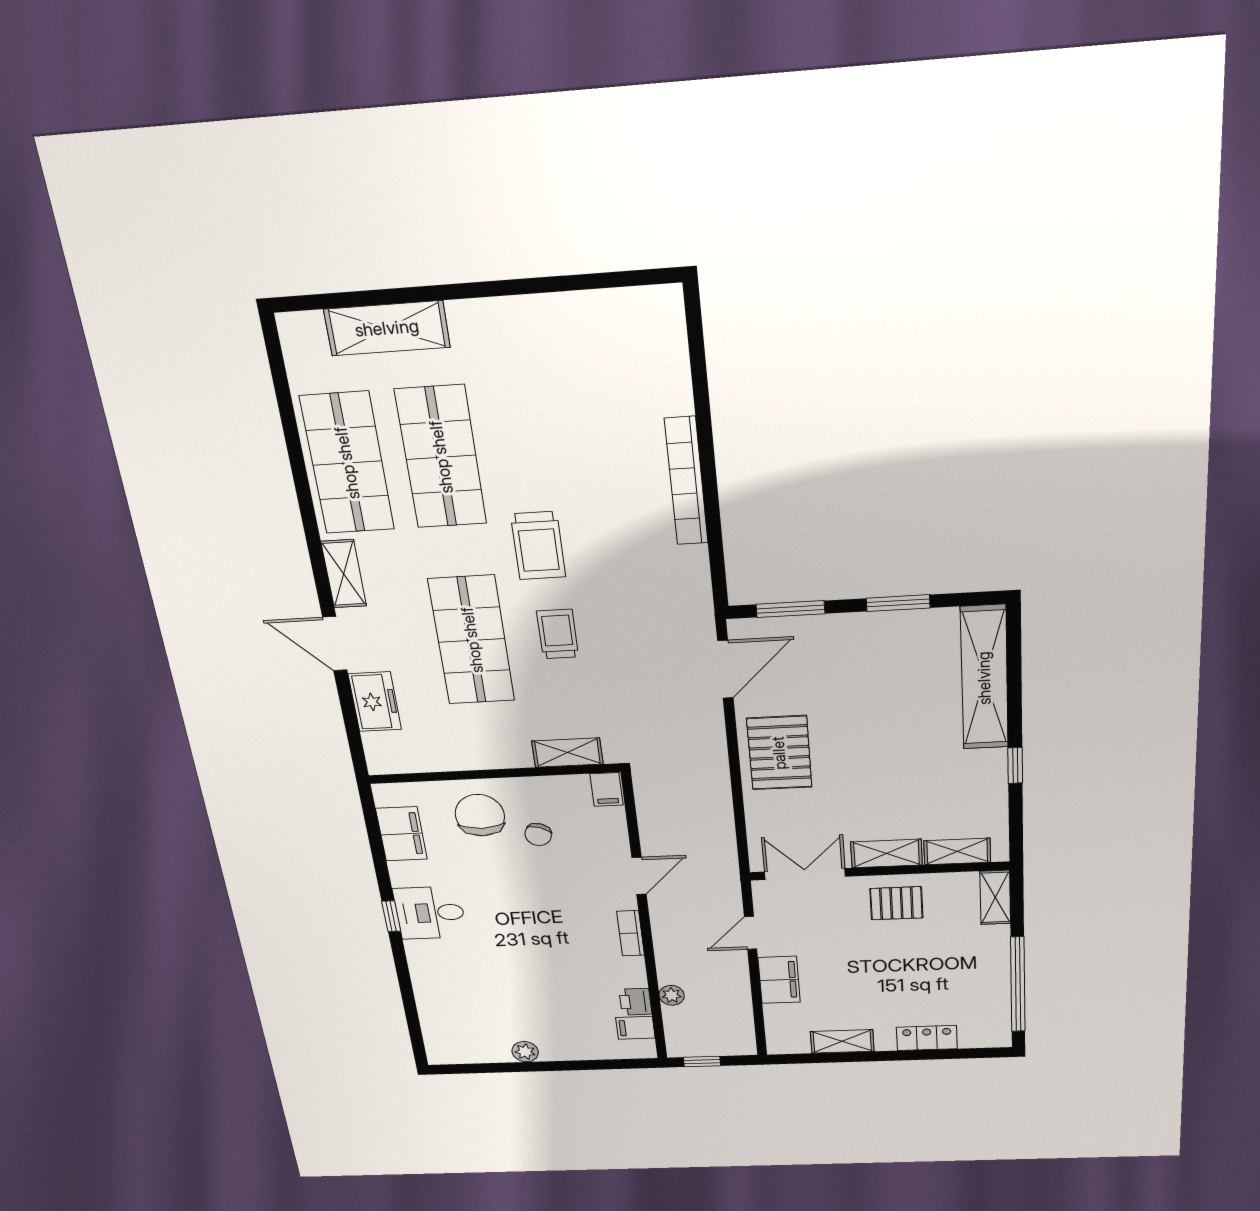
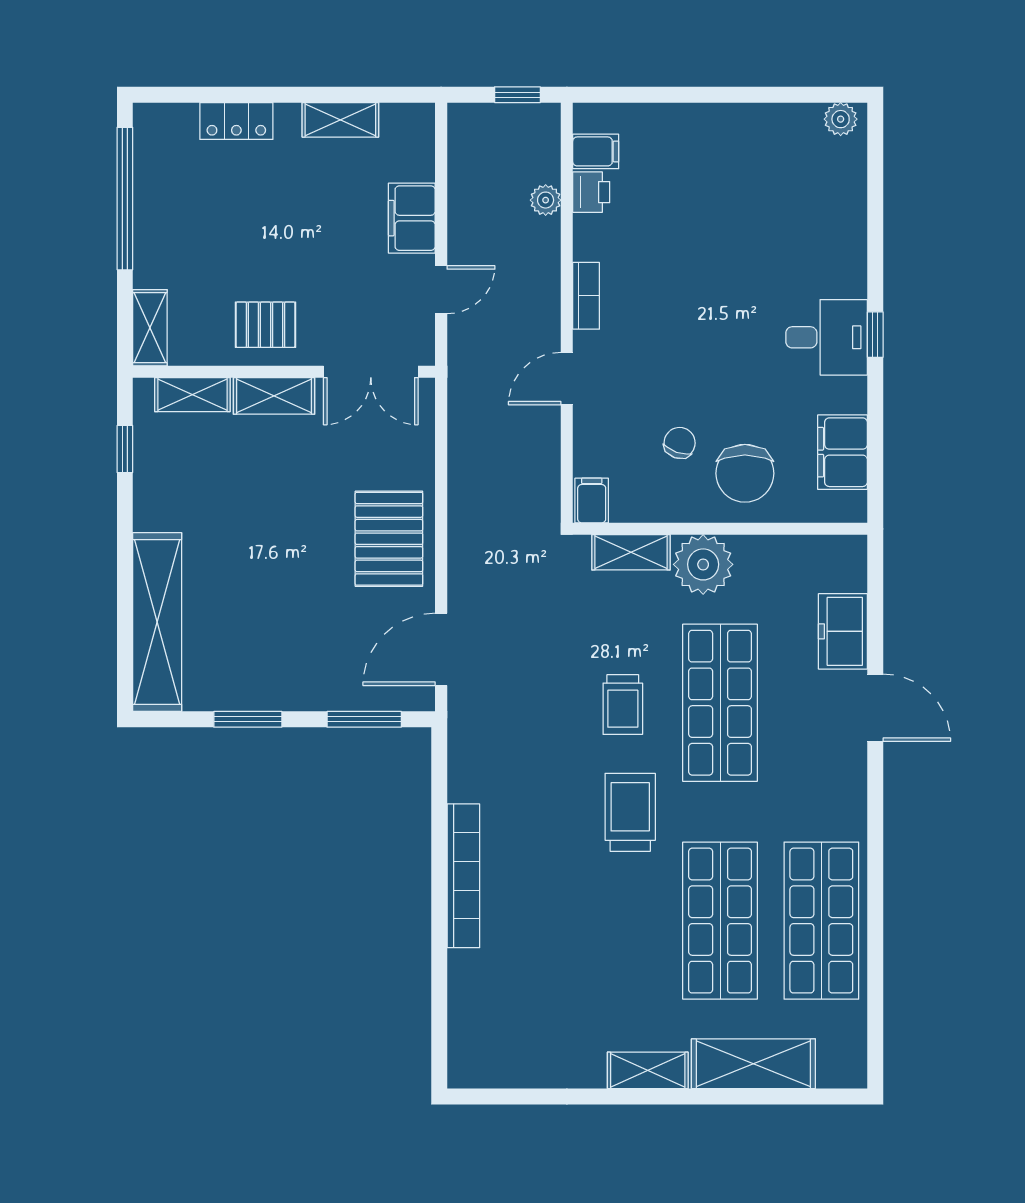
shelving: (344, 574) -> (648, 1070), moved, turned 90
plant: (504, 746) -> (703, 564), added
window: (1015, 766) -> (125, 449), moved
plant: (525, 1052) -> (841, 119), moved

